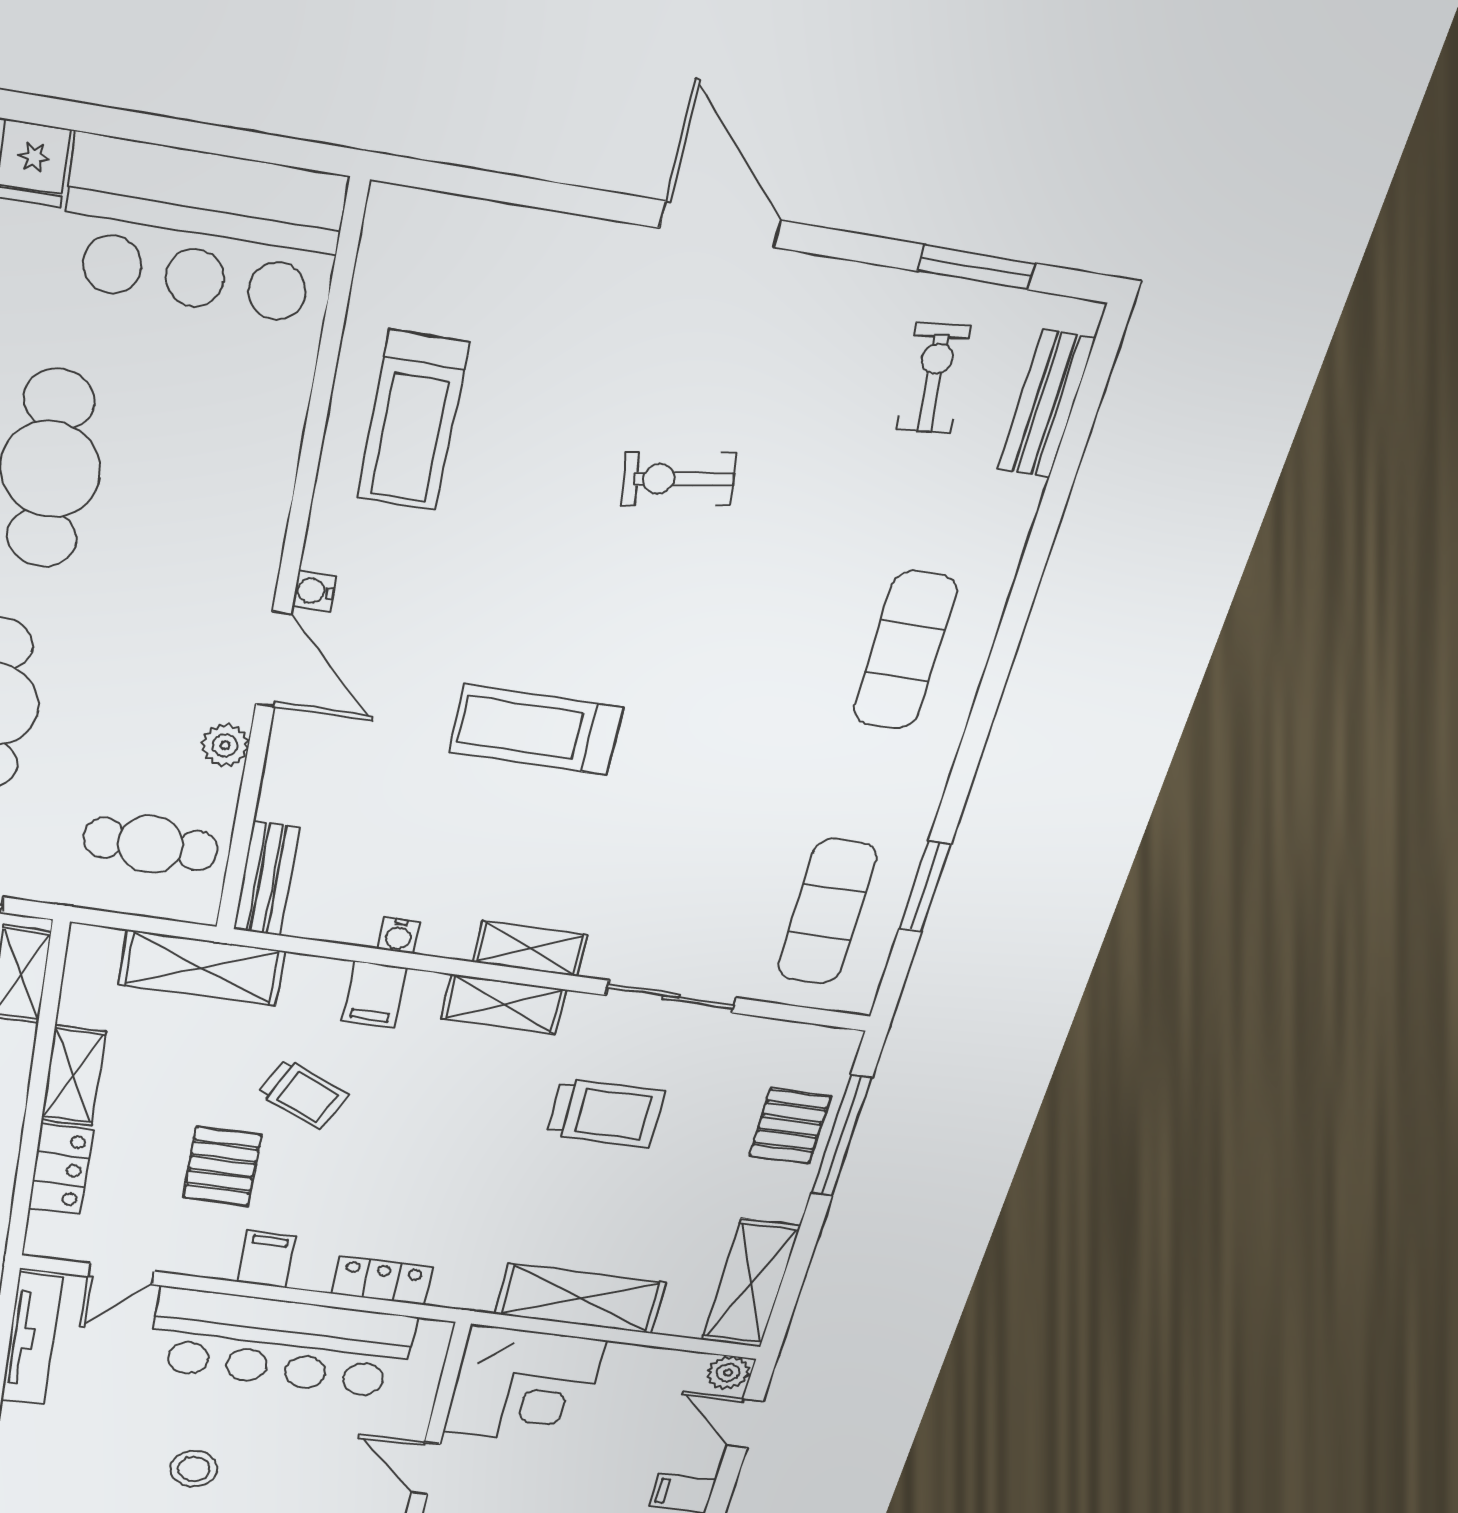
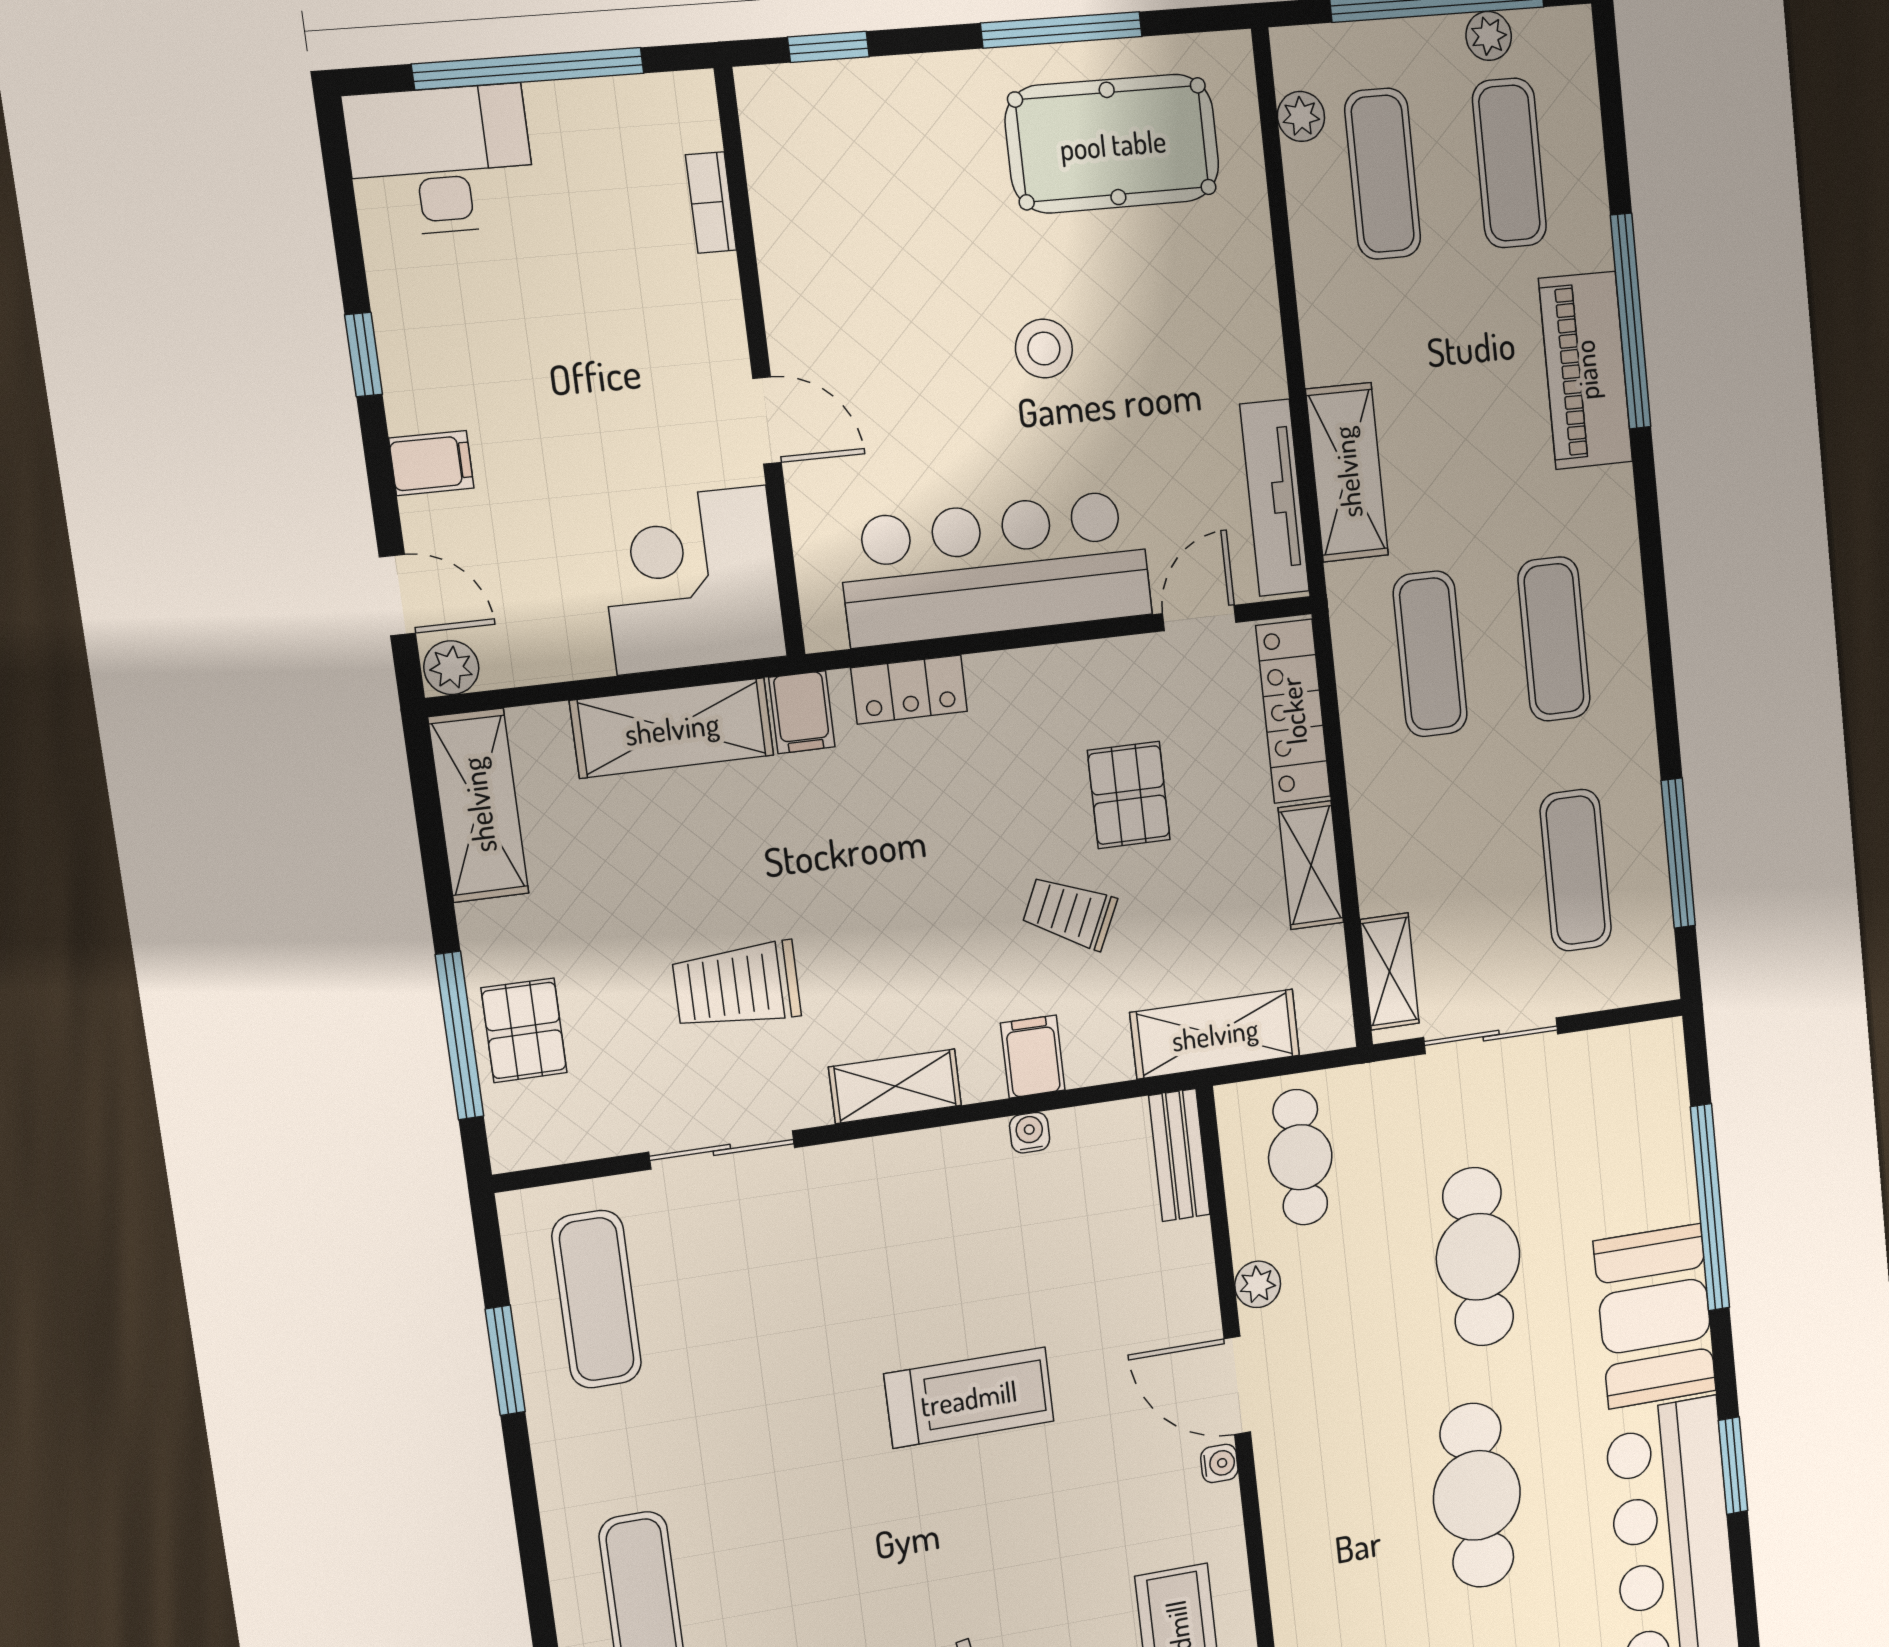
cafe table: (150, 844) -> (1300, 1157), turned 90
shelving: (530, 948) -> (891, 1160), removed
locker: (61, 1169) -> (1293, 711), width x1.53
filing cabinet: (266, 1259) -> (802, 712), moved

